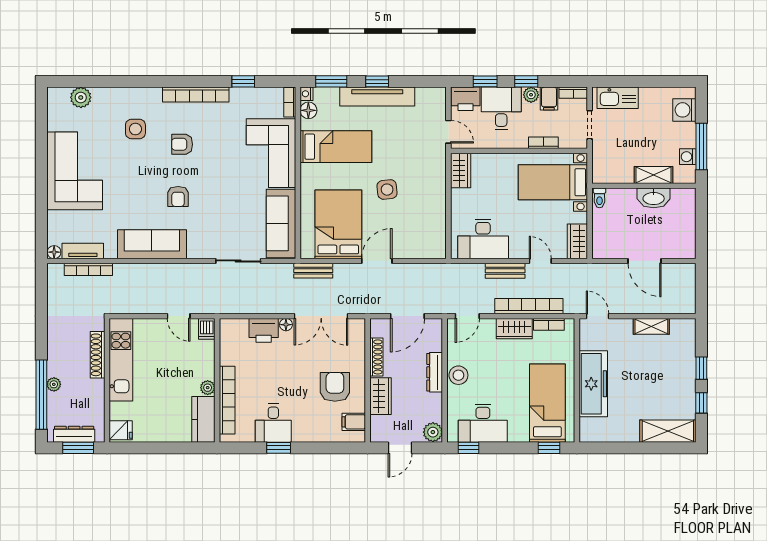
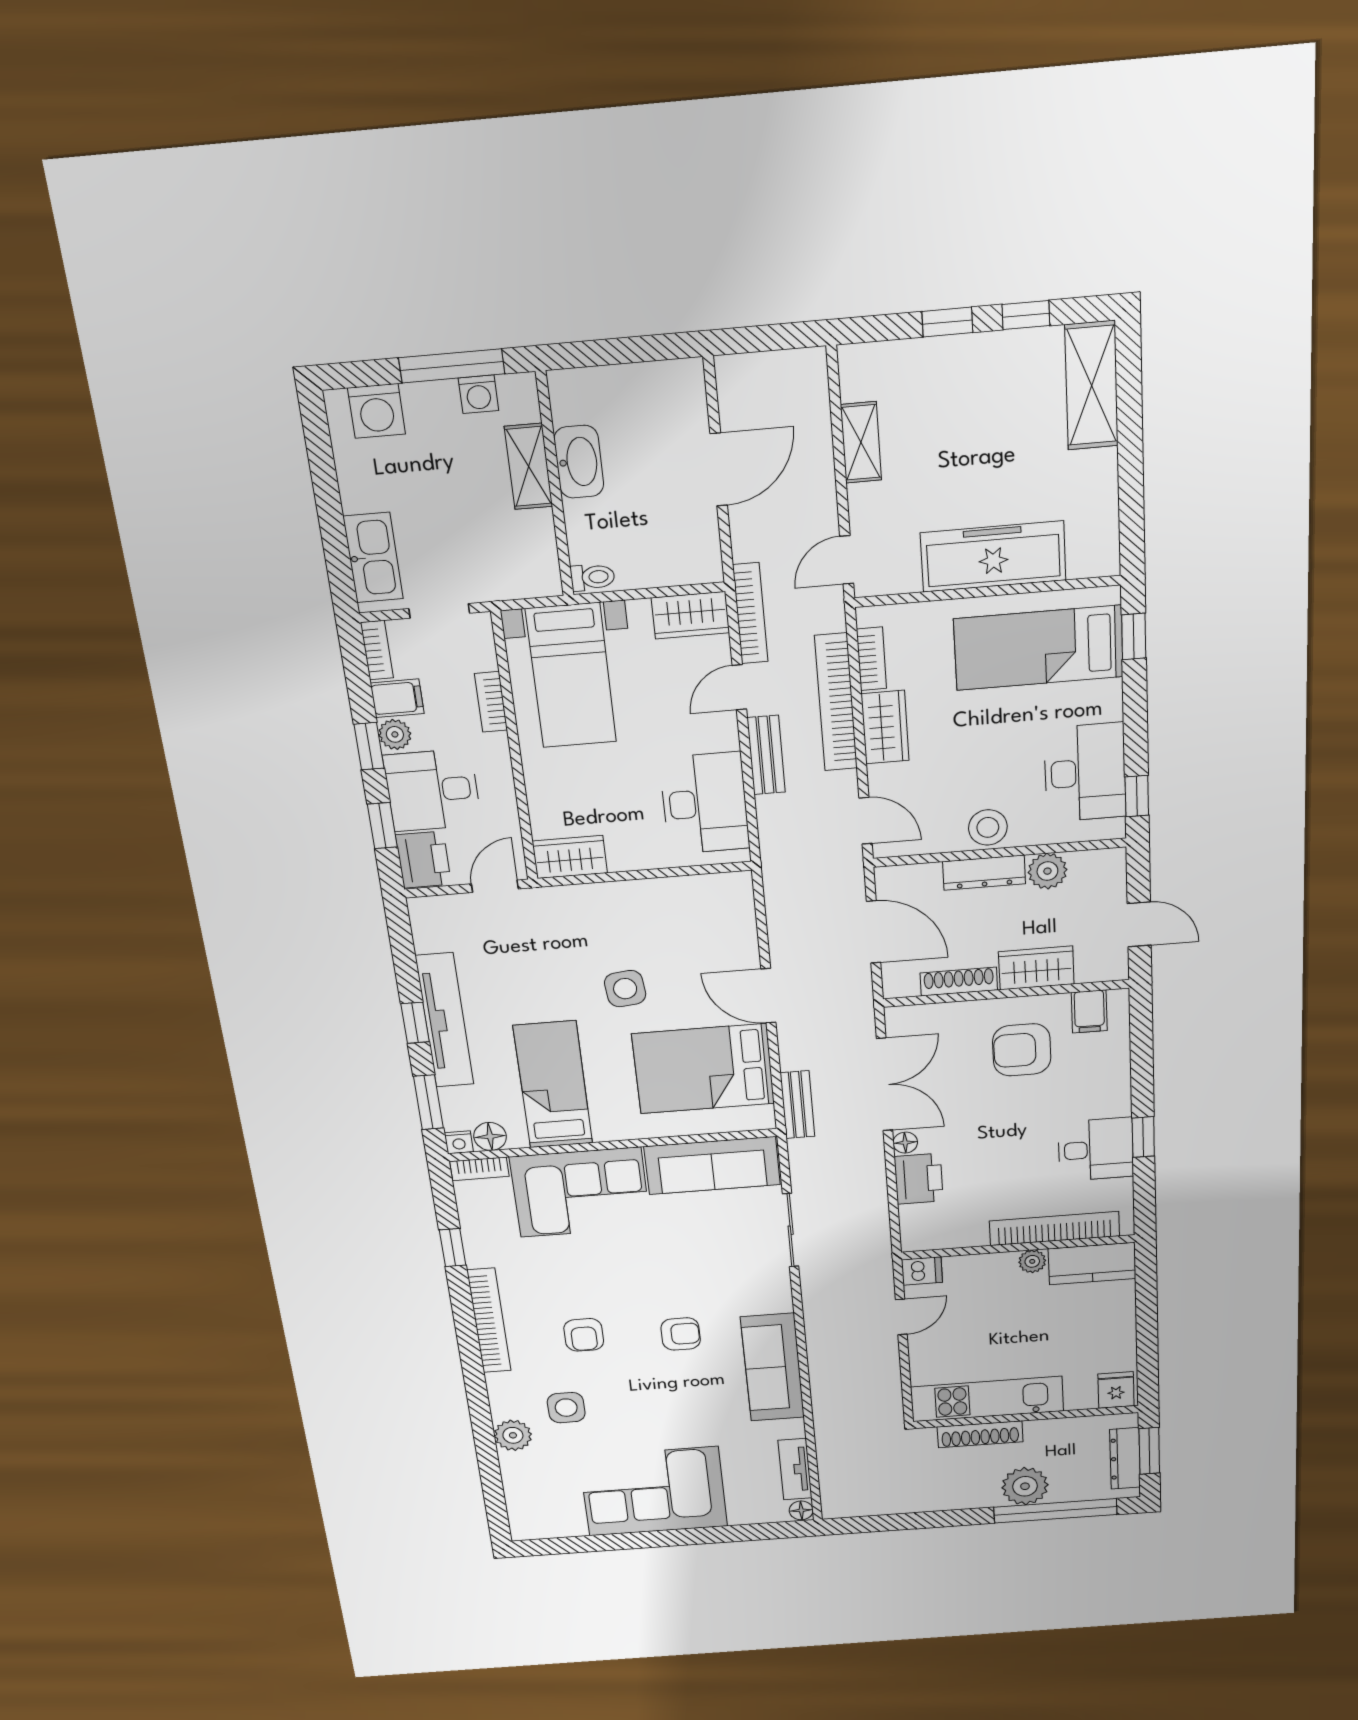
plant: (81, 97) -> (513, 1435), moved
bookcase: (88, 269) -> (750, 613), moved
plant: (54, 384) -> (1025, 1486), width x1.88, depth x1.88
plant: (433, 432) -> (1047, 871), moved

